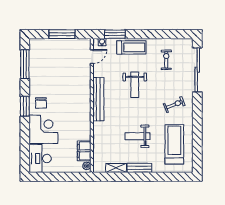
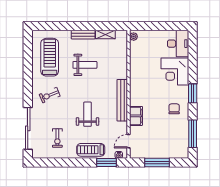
chair: (41, 103) -> (174, 109), moved
treadmill: (174, 144) -> (50, 57), turned 180
filing cabinet: (84, 151) -> (136, 116), moved

